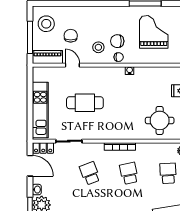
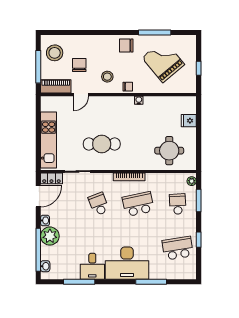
grand piano: (154, 32) -> (163, 61), turned -40
chair: (117, 41) -> (126, 45), moved
door: (72, 65) -> (81, 95), swing flipped
cafe table: (85, 103) -> (102, 144), moved
door: (30, 166) -> (38, 196), hinge flipped
school desk: (129, 173) -> (138, 204), width x1.85

